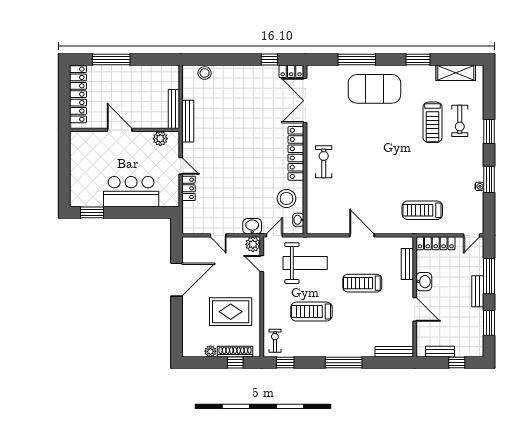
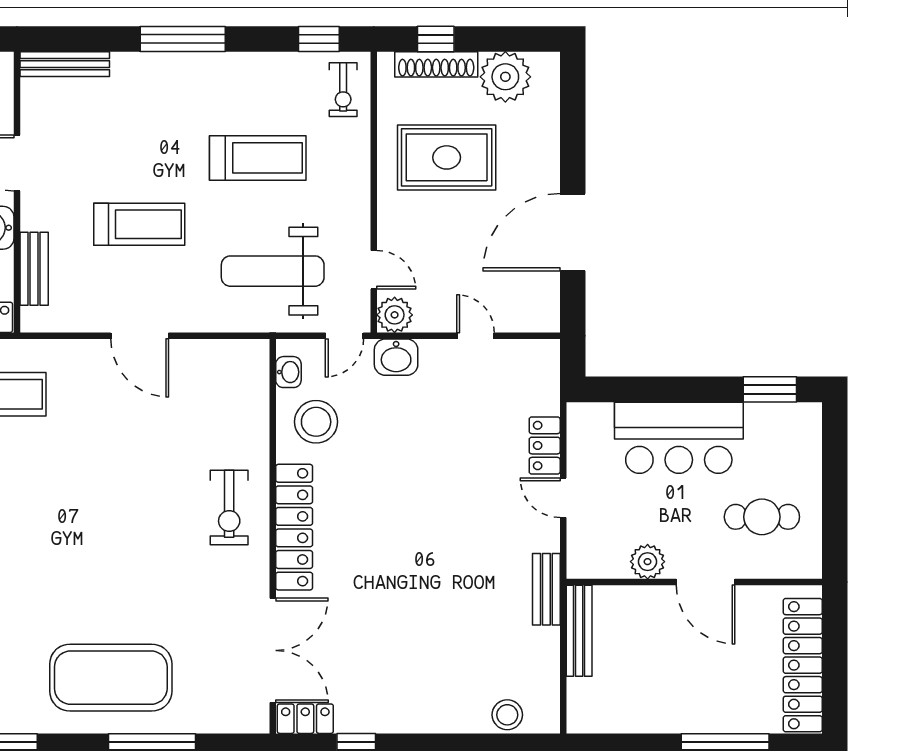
bench: (188, 121) -> (546, 589), width x0.73
plant: (160, 139) -> (648, 562), moved
cafe table: (95, 158) -> (762, 517), added
plant: (210, 351) -> (505, 77), width x1.87, depth x1.87

